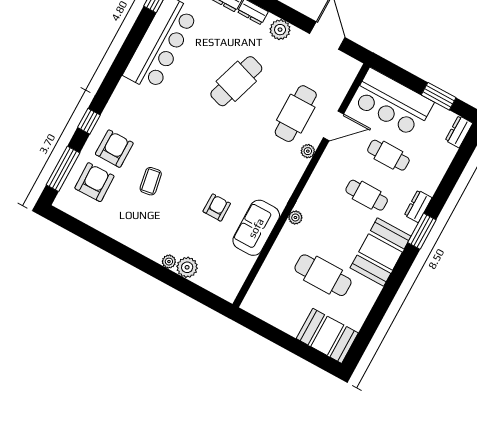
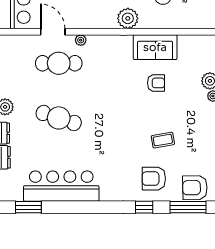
armchair: (94, 182) -> (195, 188), moved
armchair: (217, 208) -> (156, 83), turned 180
plant: (295, 218) -> (128, 18), width x1.88, depth x1.88

